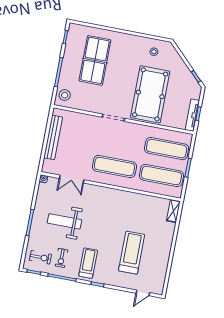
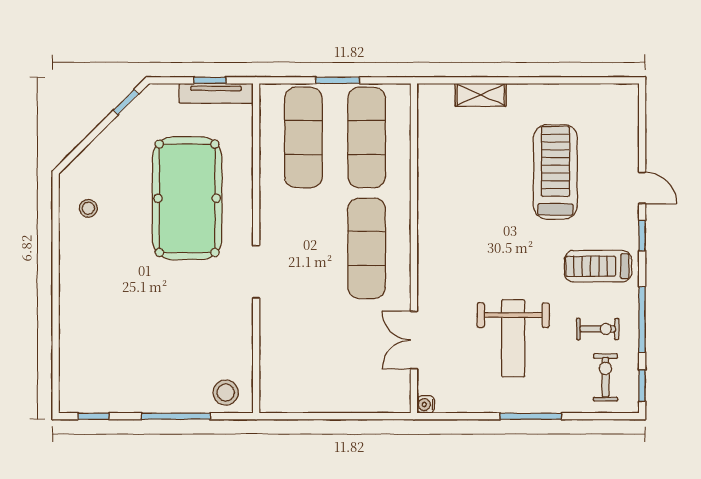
table tennis table: (95, 60) -> (134, 339), removed
pool table: (150, 94) -> (187, 198), turned 90
bench: (53, 137) -> (327, 401), removed
double door: (72, 179) -> (414, 340), swing flipped
shelving: (173, 211) -> (481, 95), moved
treadmill: (132, 253) -> (555, 172), turned 90
door: (143, 293) -> (642, 188), moved

